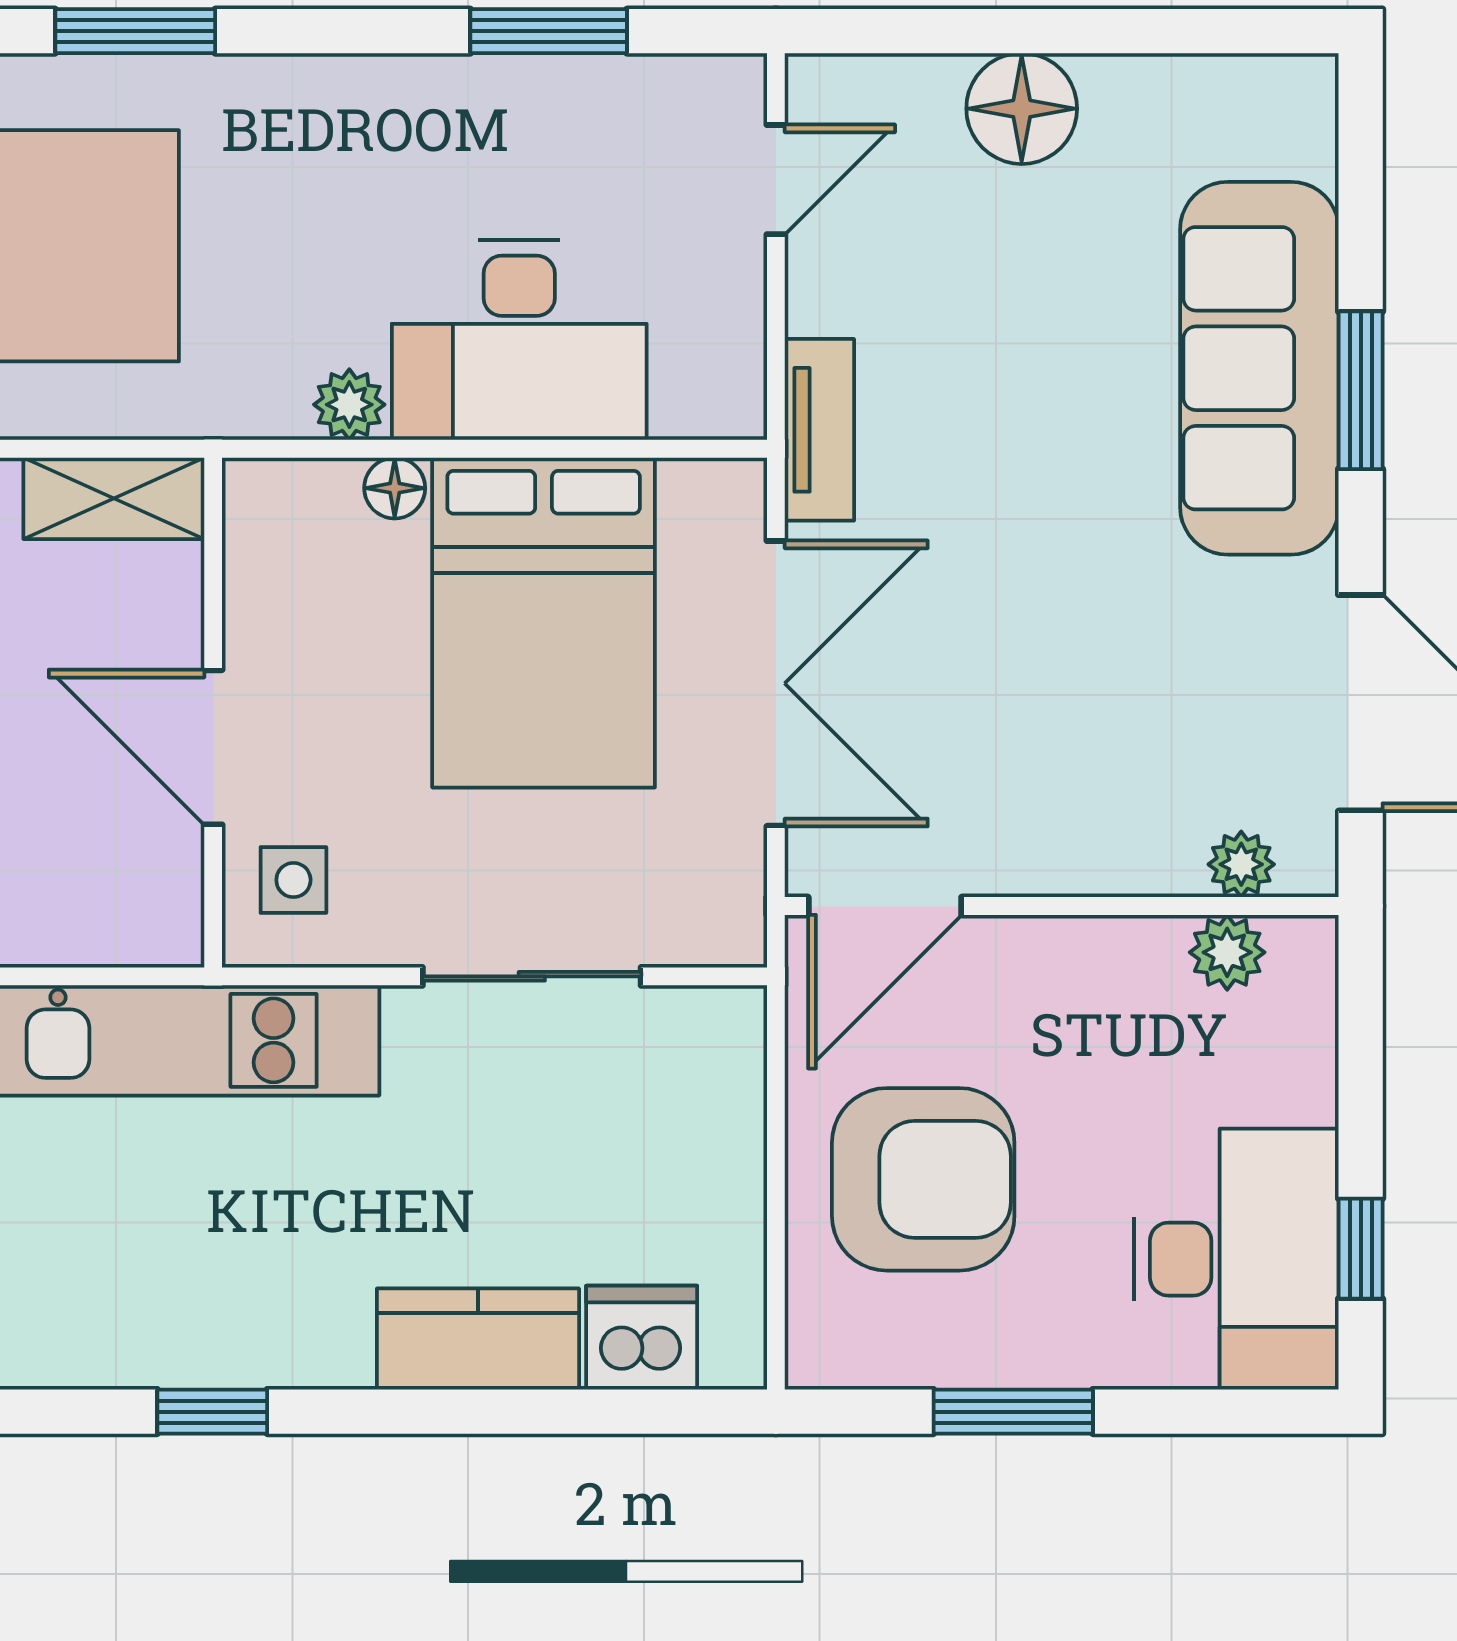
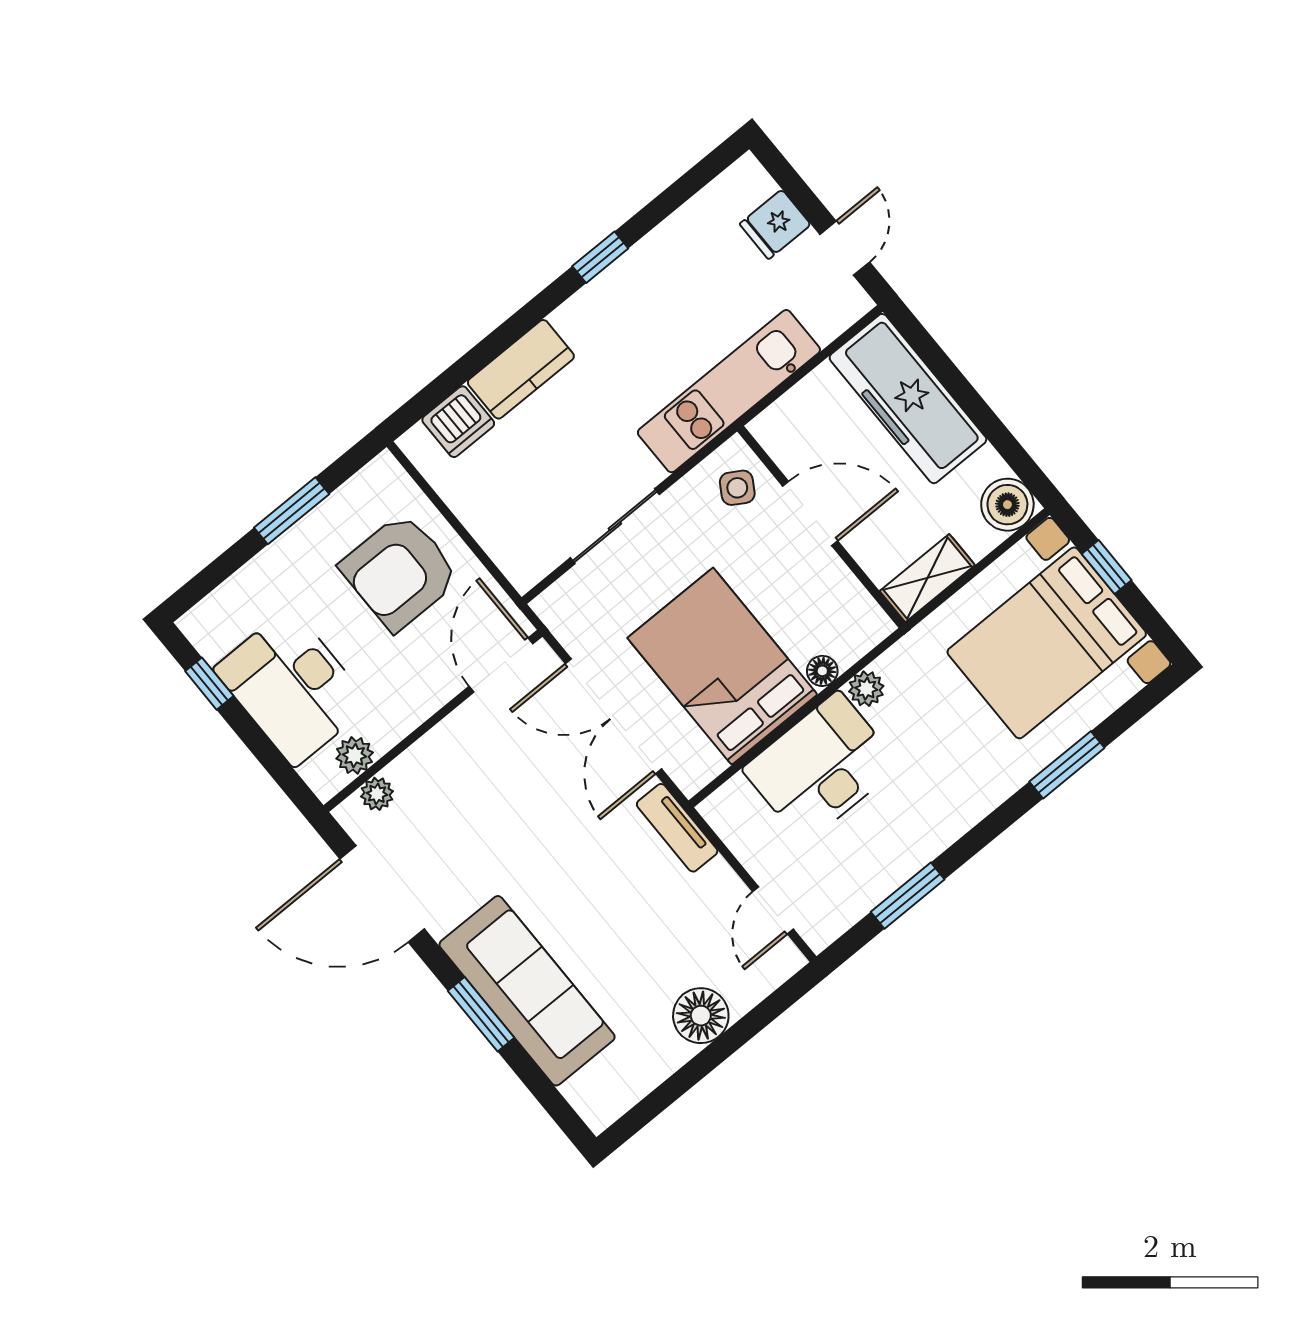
side table: (293, 880) -> (737, 488), turned 31
desk: (1236, 1259) -> (292, 687), moved

